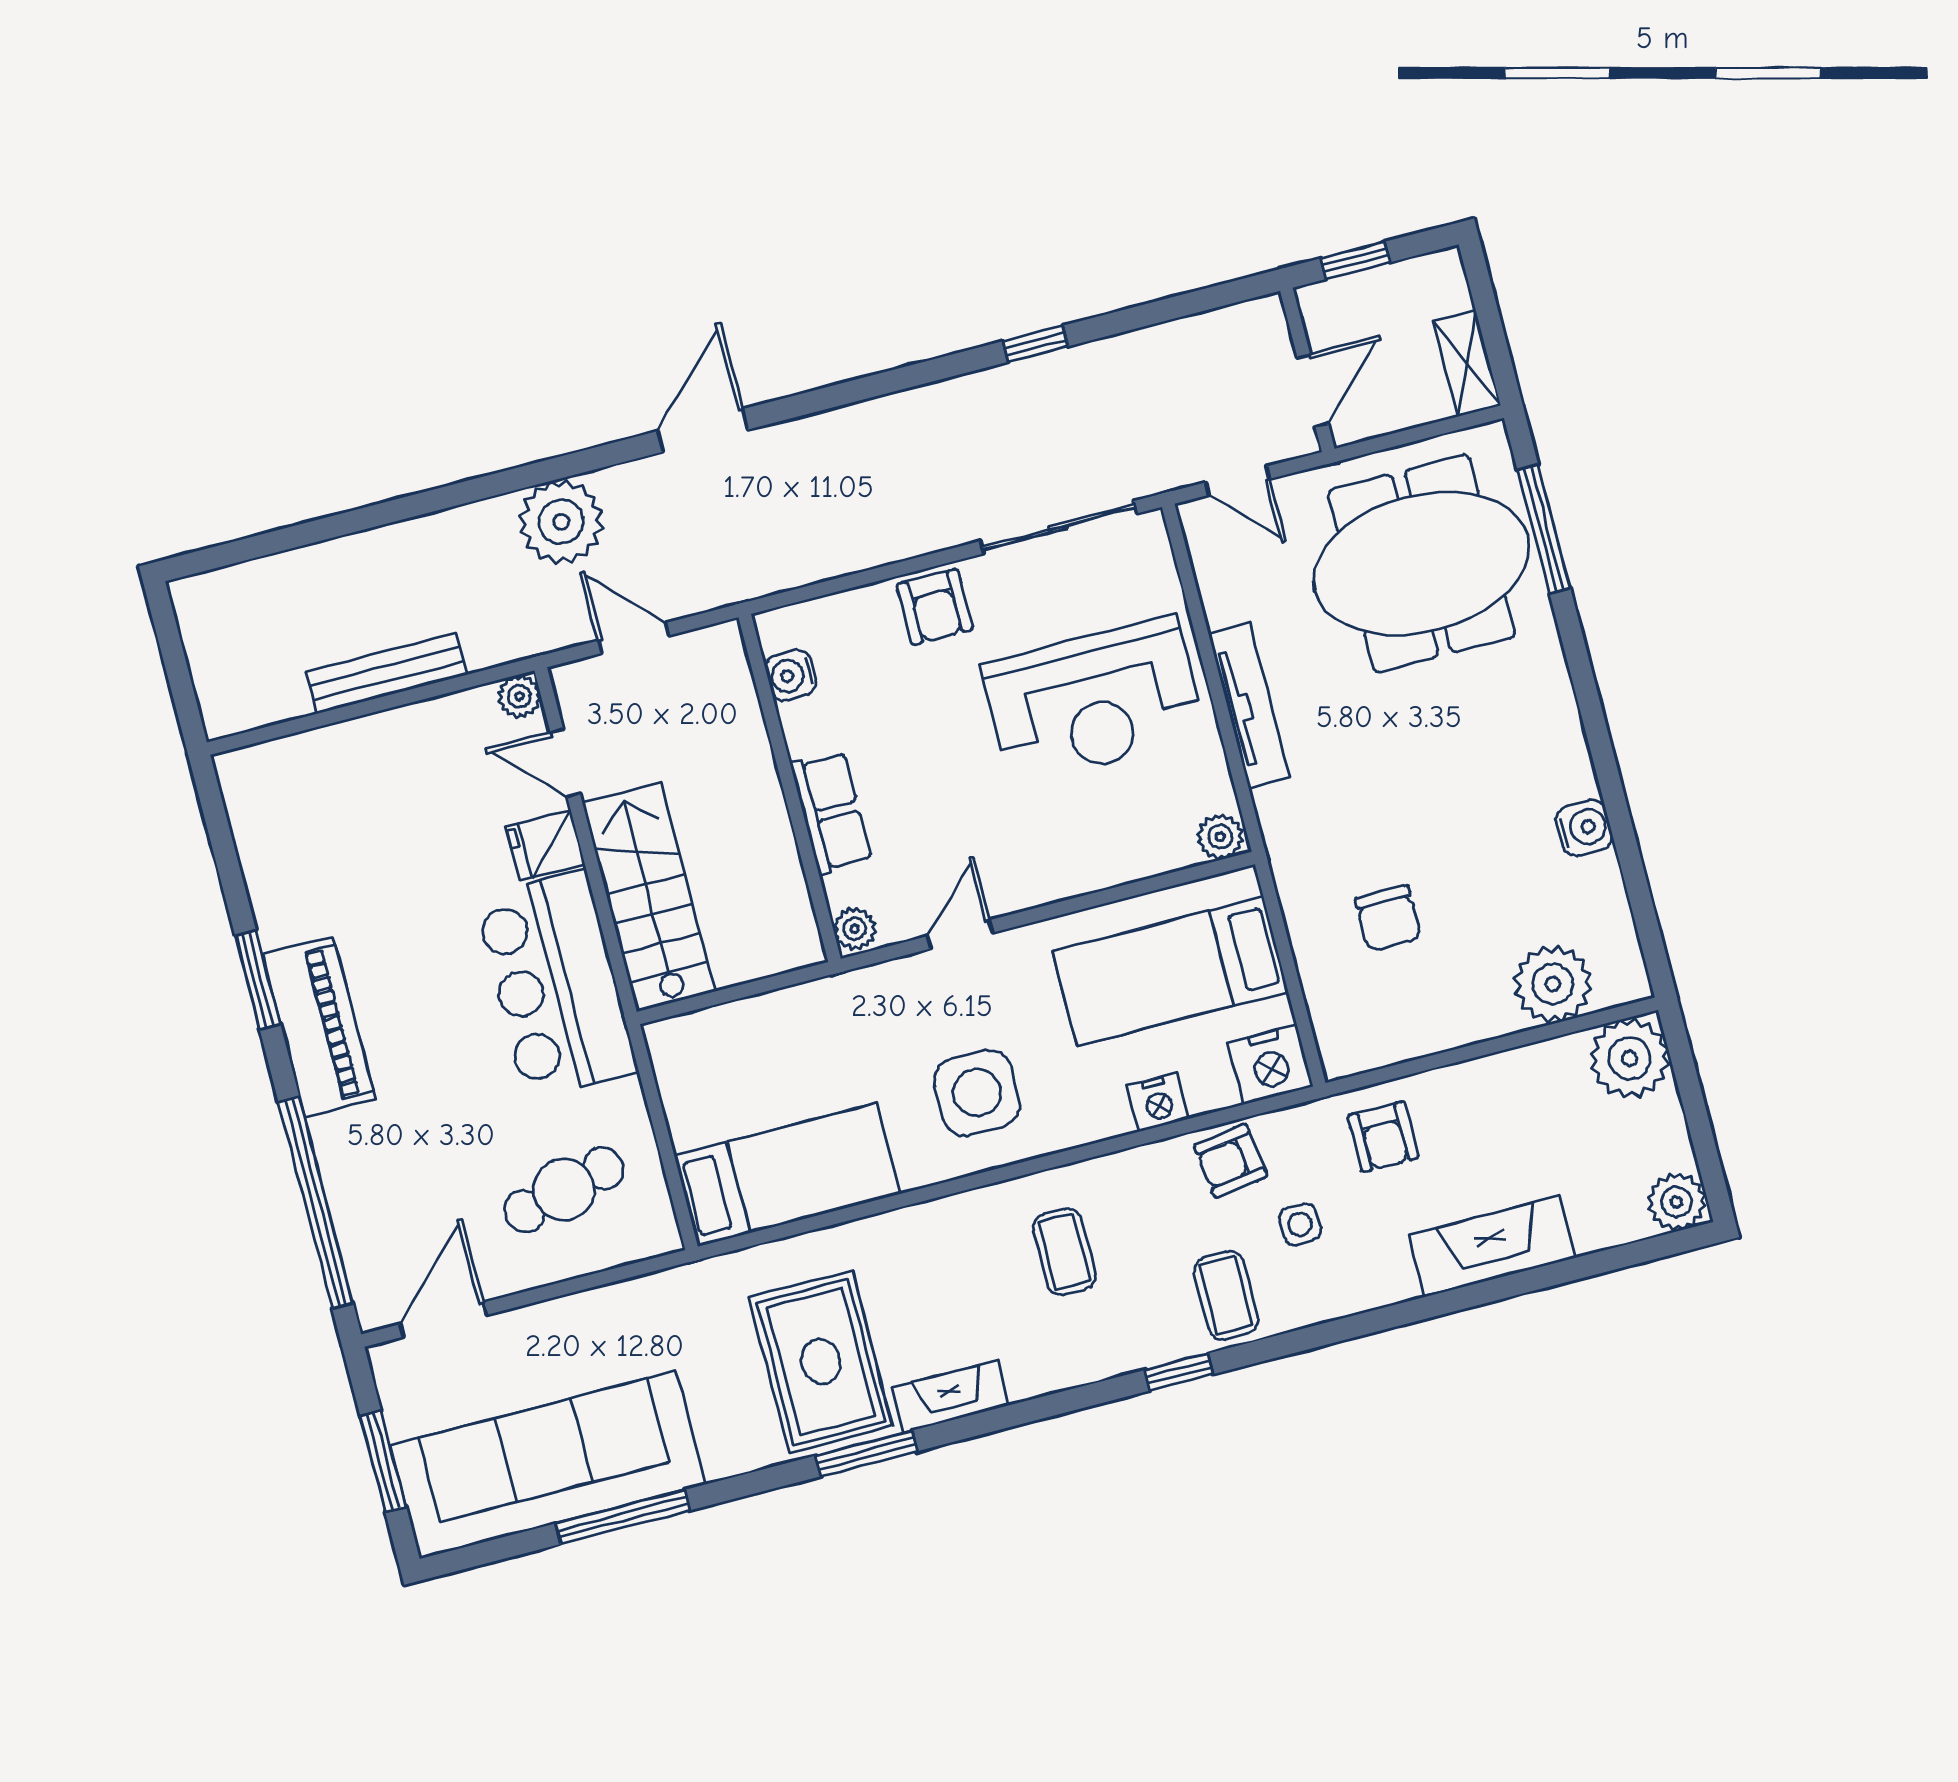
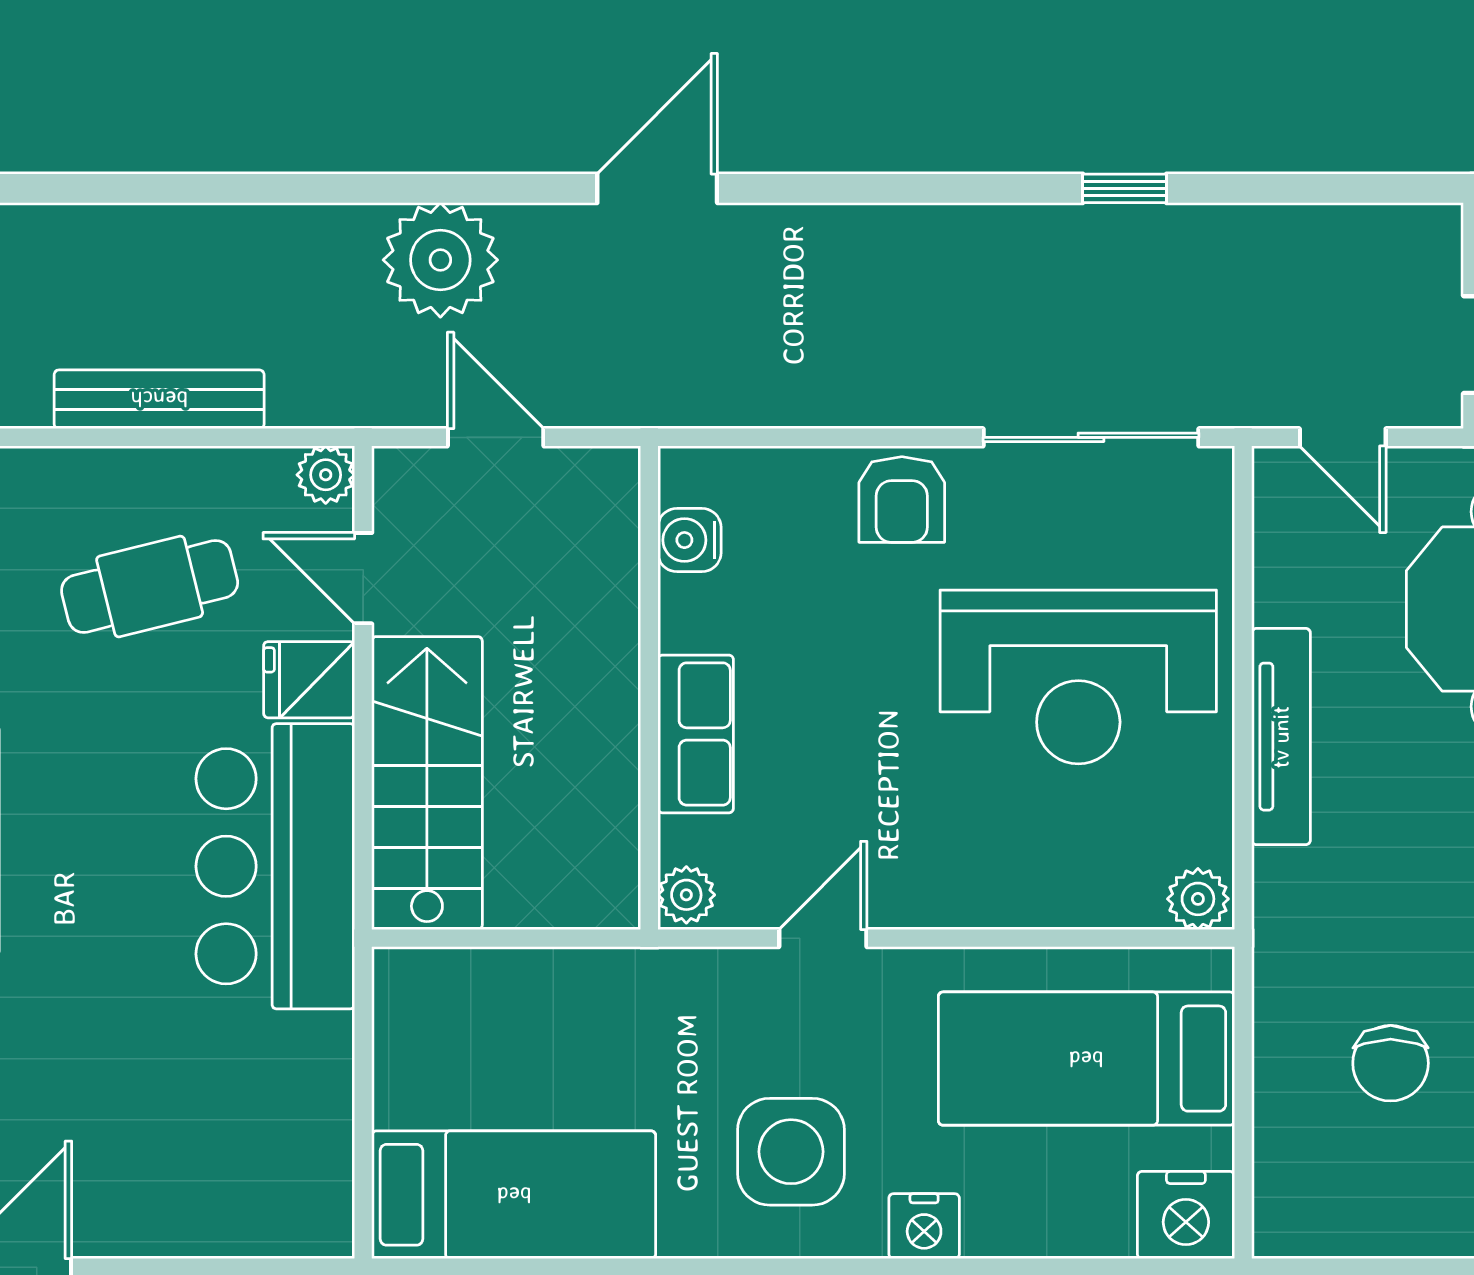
nightstand: (1158, 1102) -> (924, 1226), moved
cafe table: (564, 1190) -> (150, 587), moved

